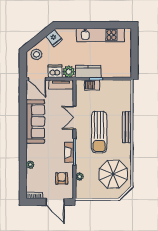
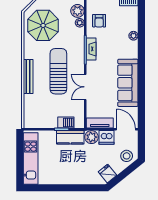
kitchen unit: (100, 35) -> (31, 158), moved, turned 90
double door: (74, 118) -> (85, 87), swing flipped
plant: (82, 187) -> (77, 11), added

